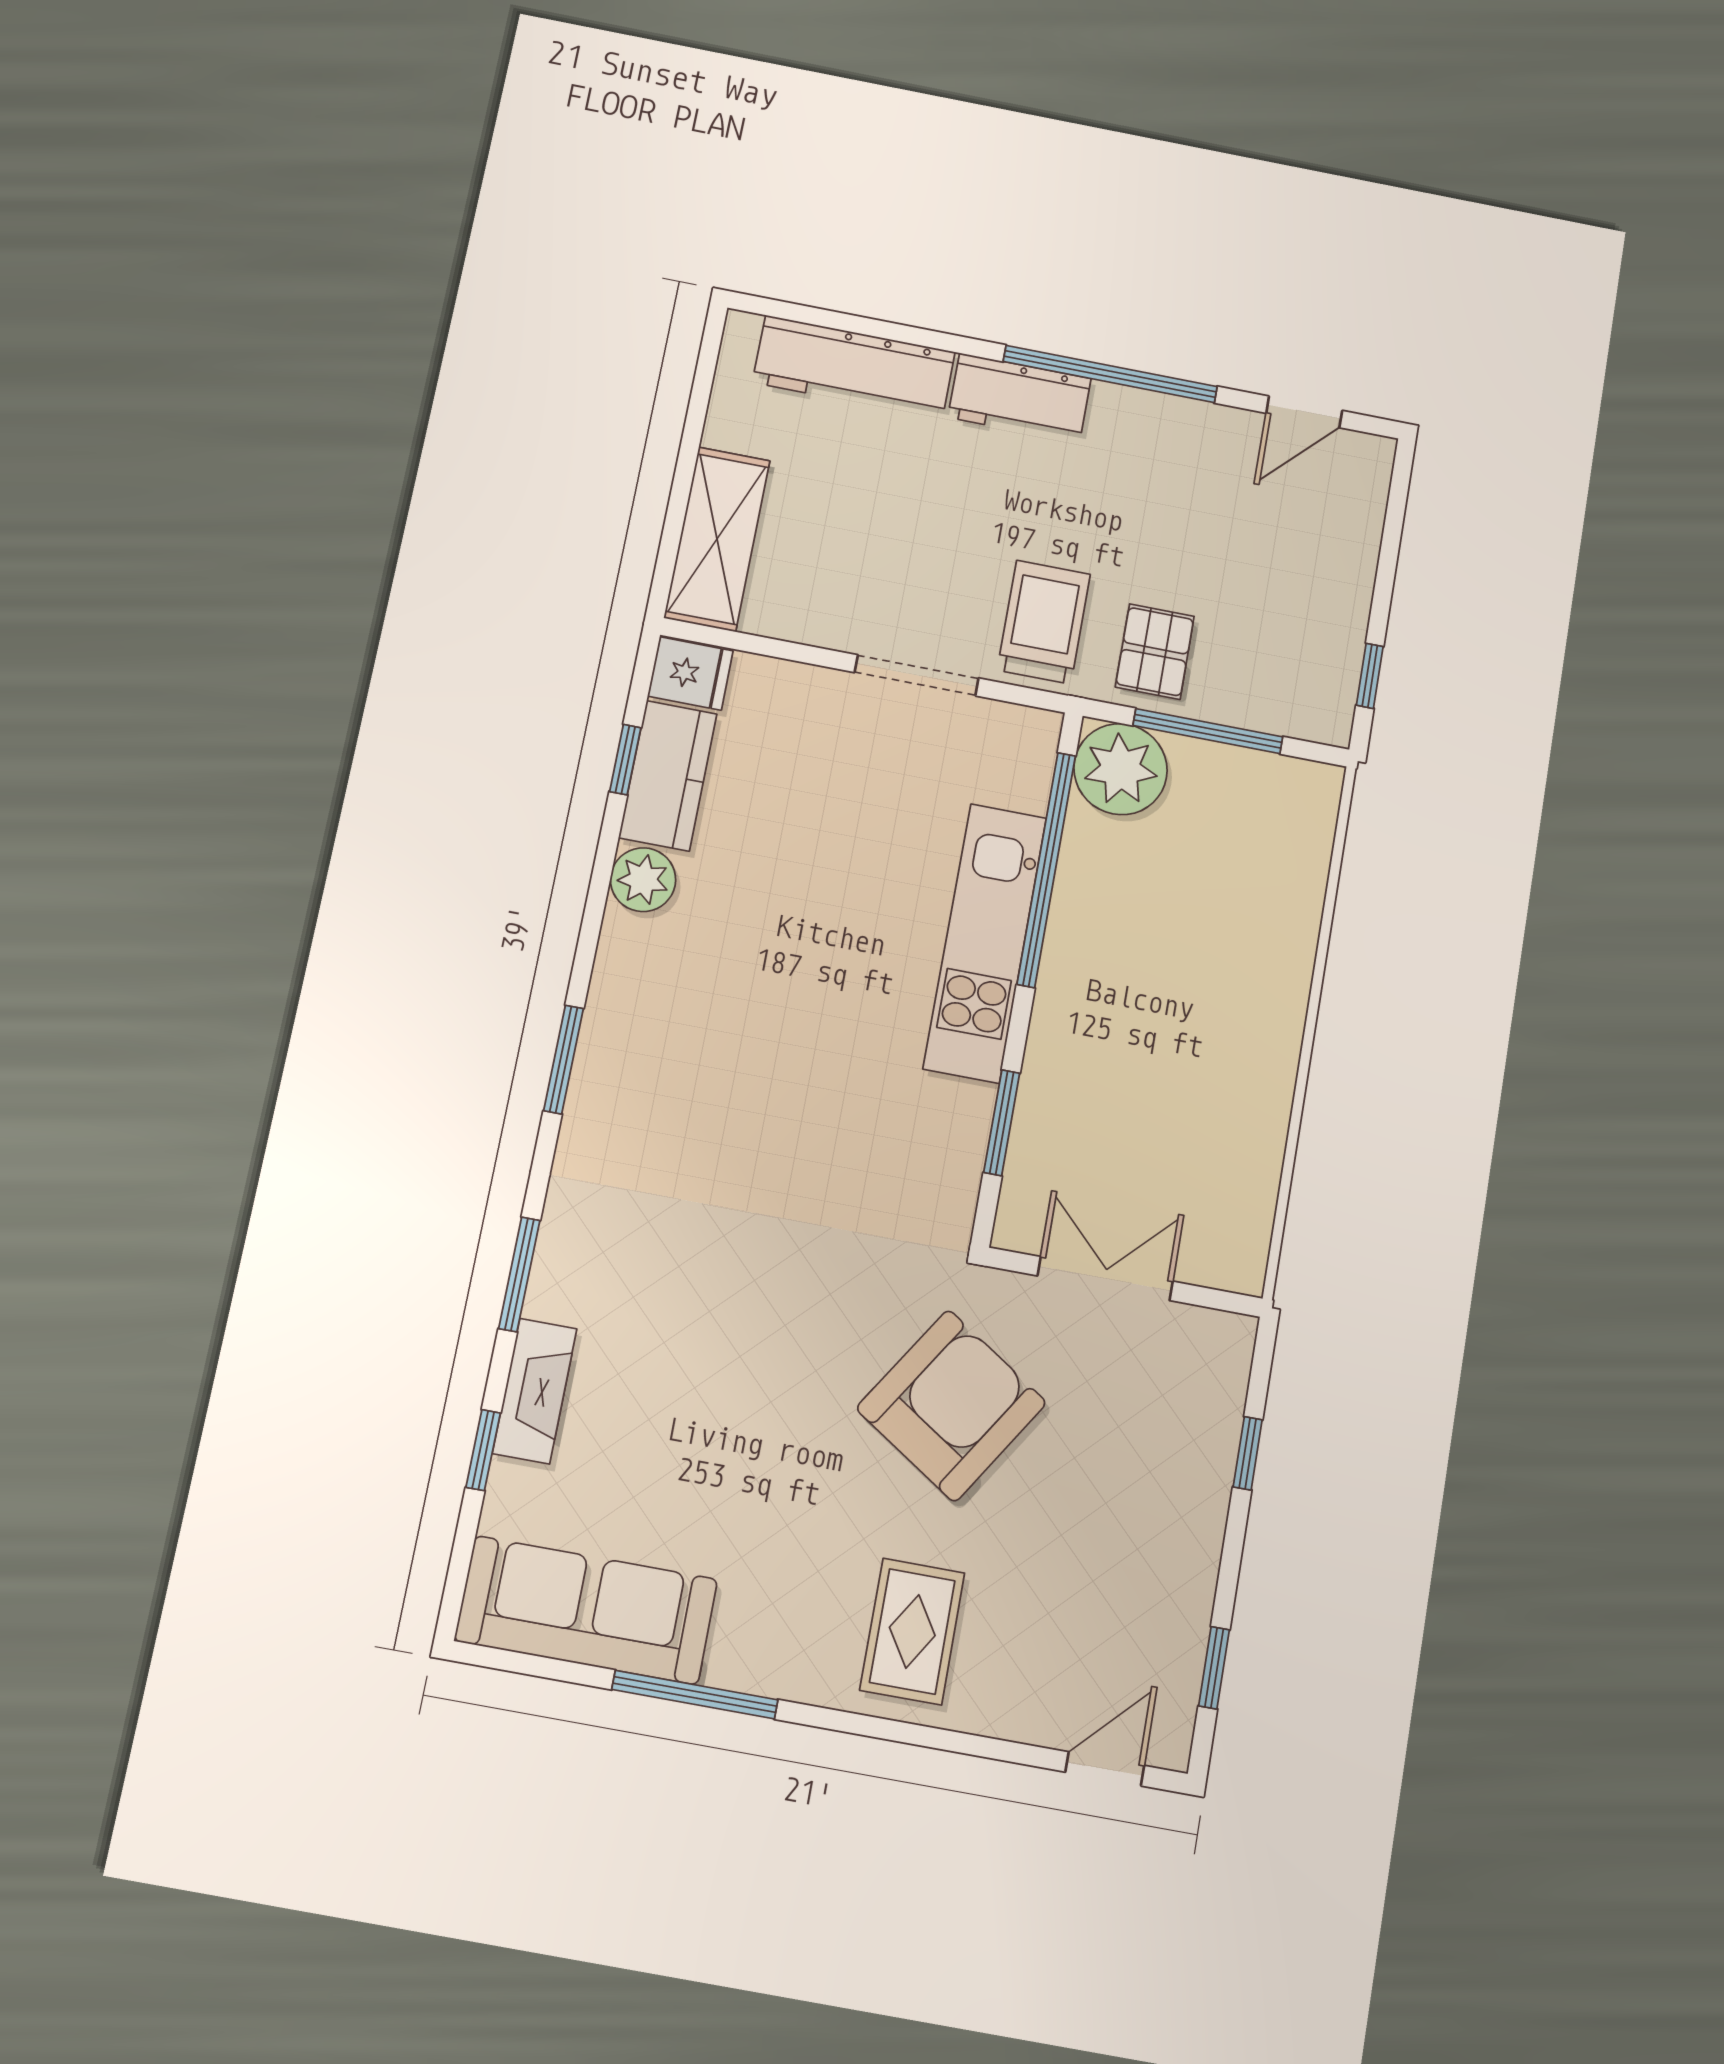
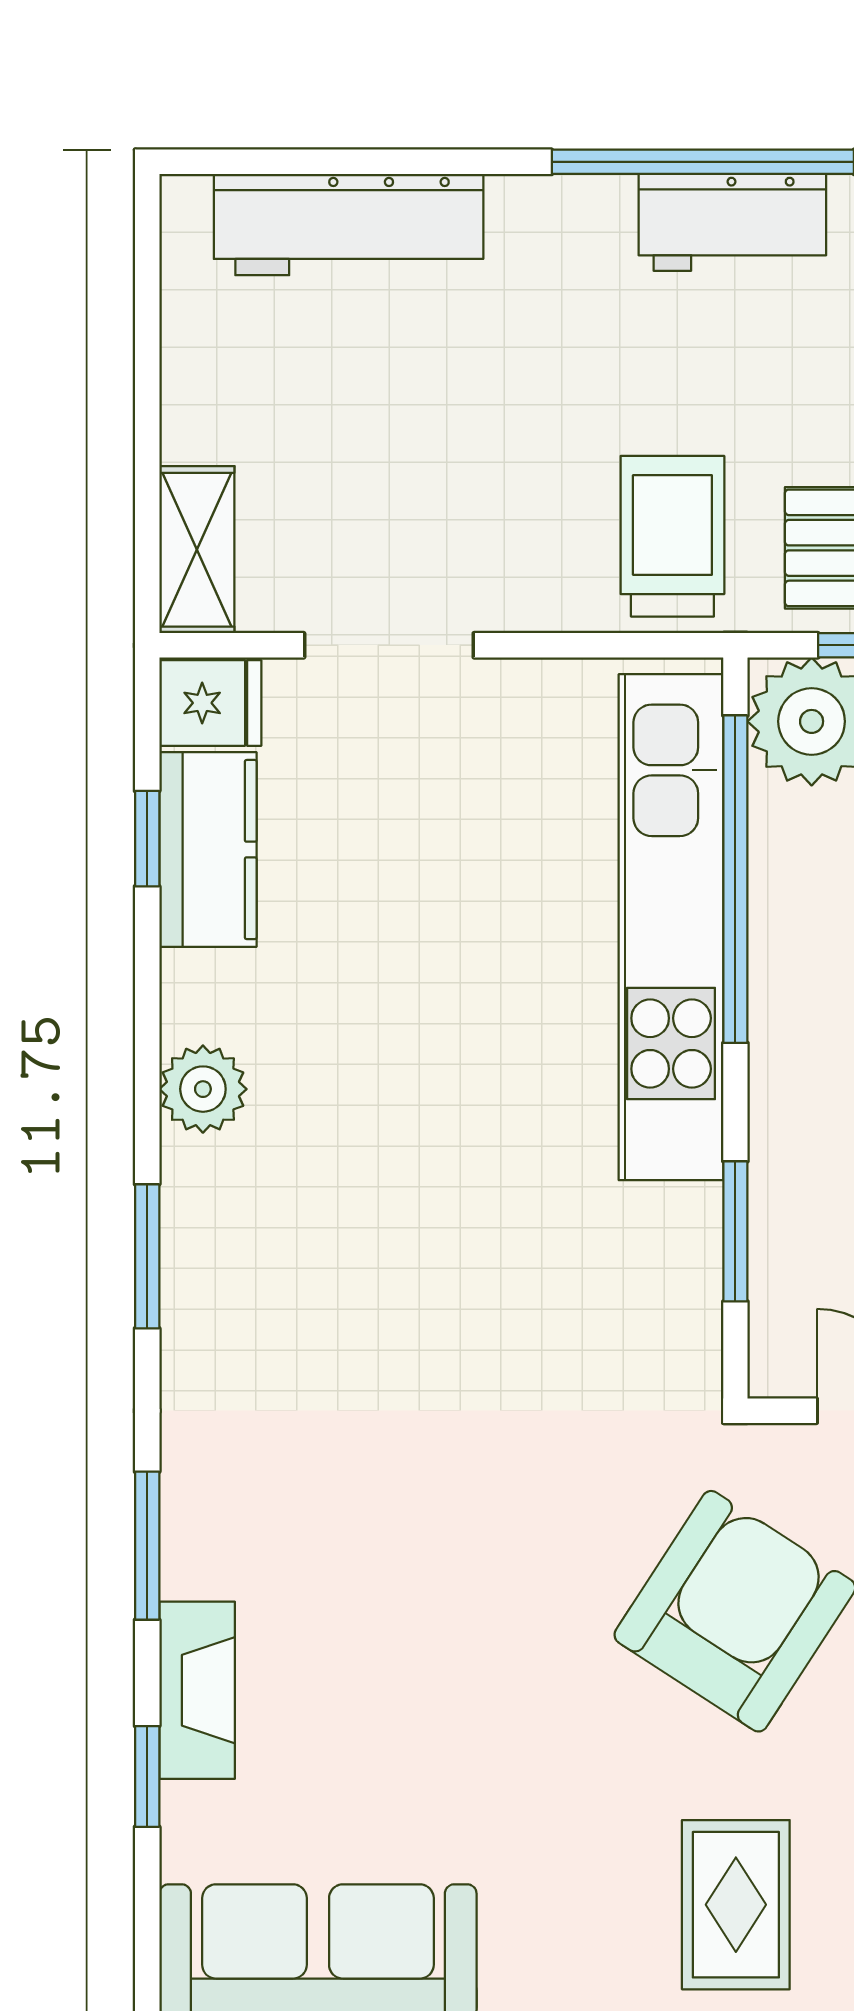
workbench: (1019, 398) -> (732, 222), moved
shelving: (717, 539) -> (197, 550), width x0.67, depth x0.75
doorway: (917, 675) -> (389, 645), moved
plant: (643, 880) -> (203, 1089), moved
kitchen unit: (985, 943) -> (671, 927), width x1.36

